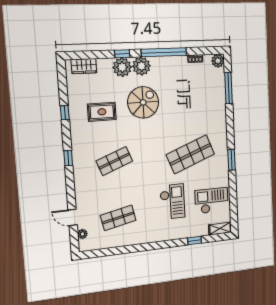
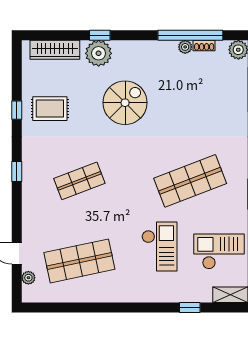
window: (164, 52) -> (190, 35), moved
wardrobe: (84, 66) -> (55, 50), width x1.50
plant: (141, 66) -> (185, 47), moved, width x0.53, depth x0.53
rug: (102, 112) -> (50, 109), moved
shop shelf: (118, 218) -> (79, 261), width x1.43, depth x1.36

